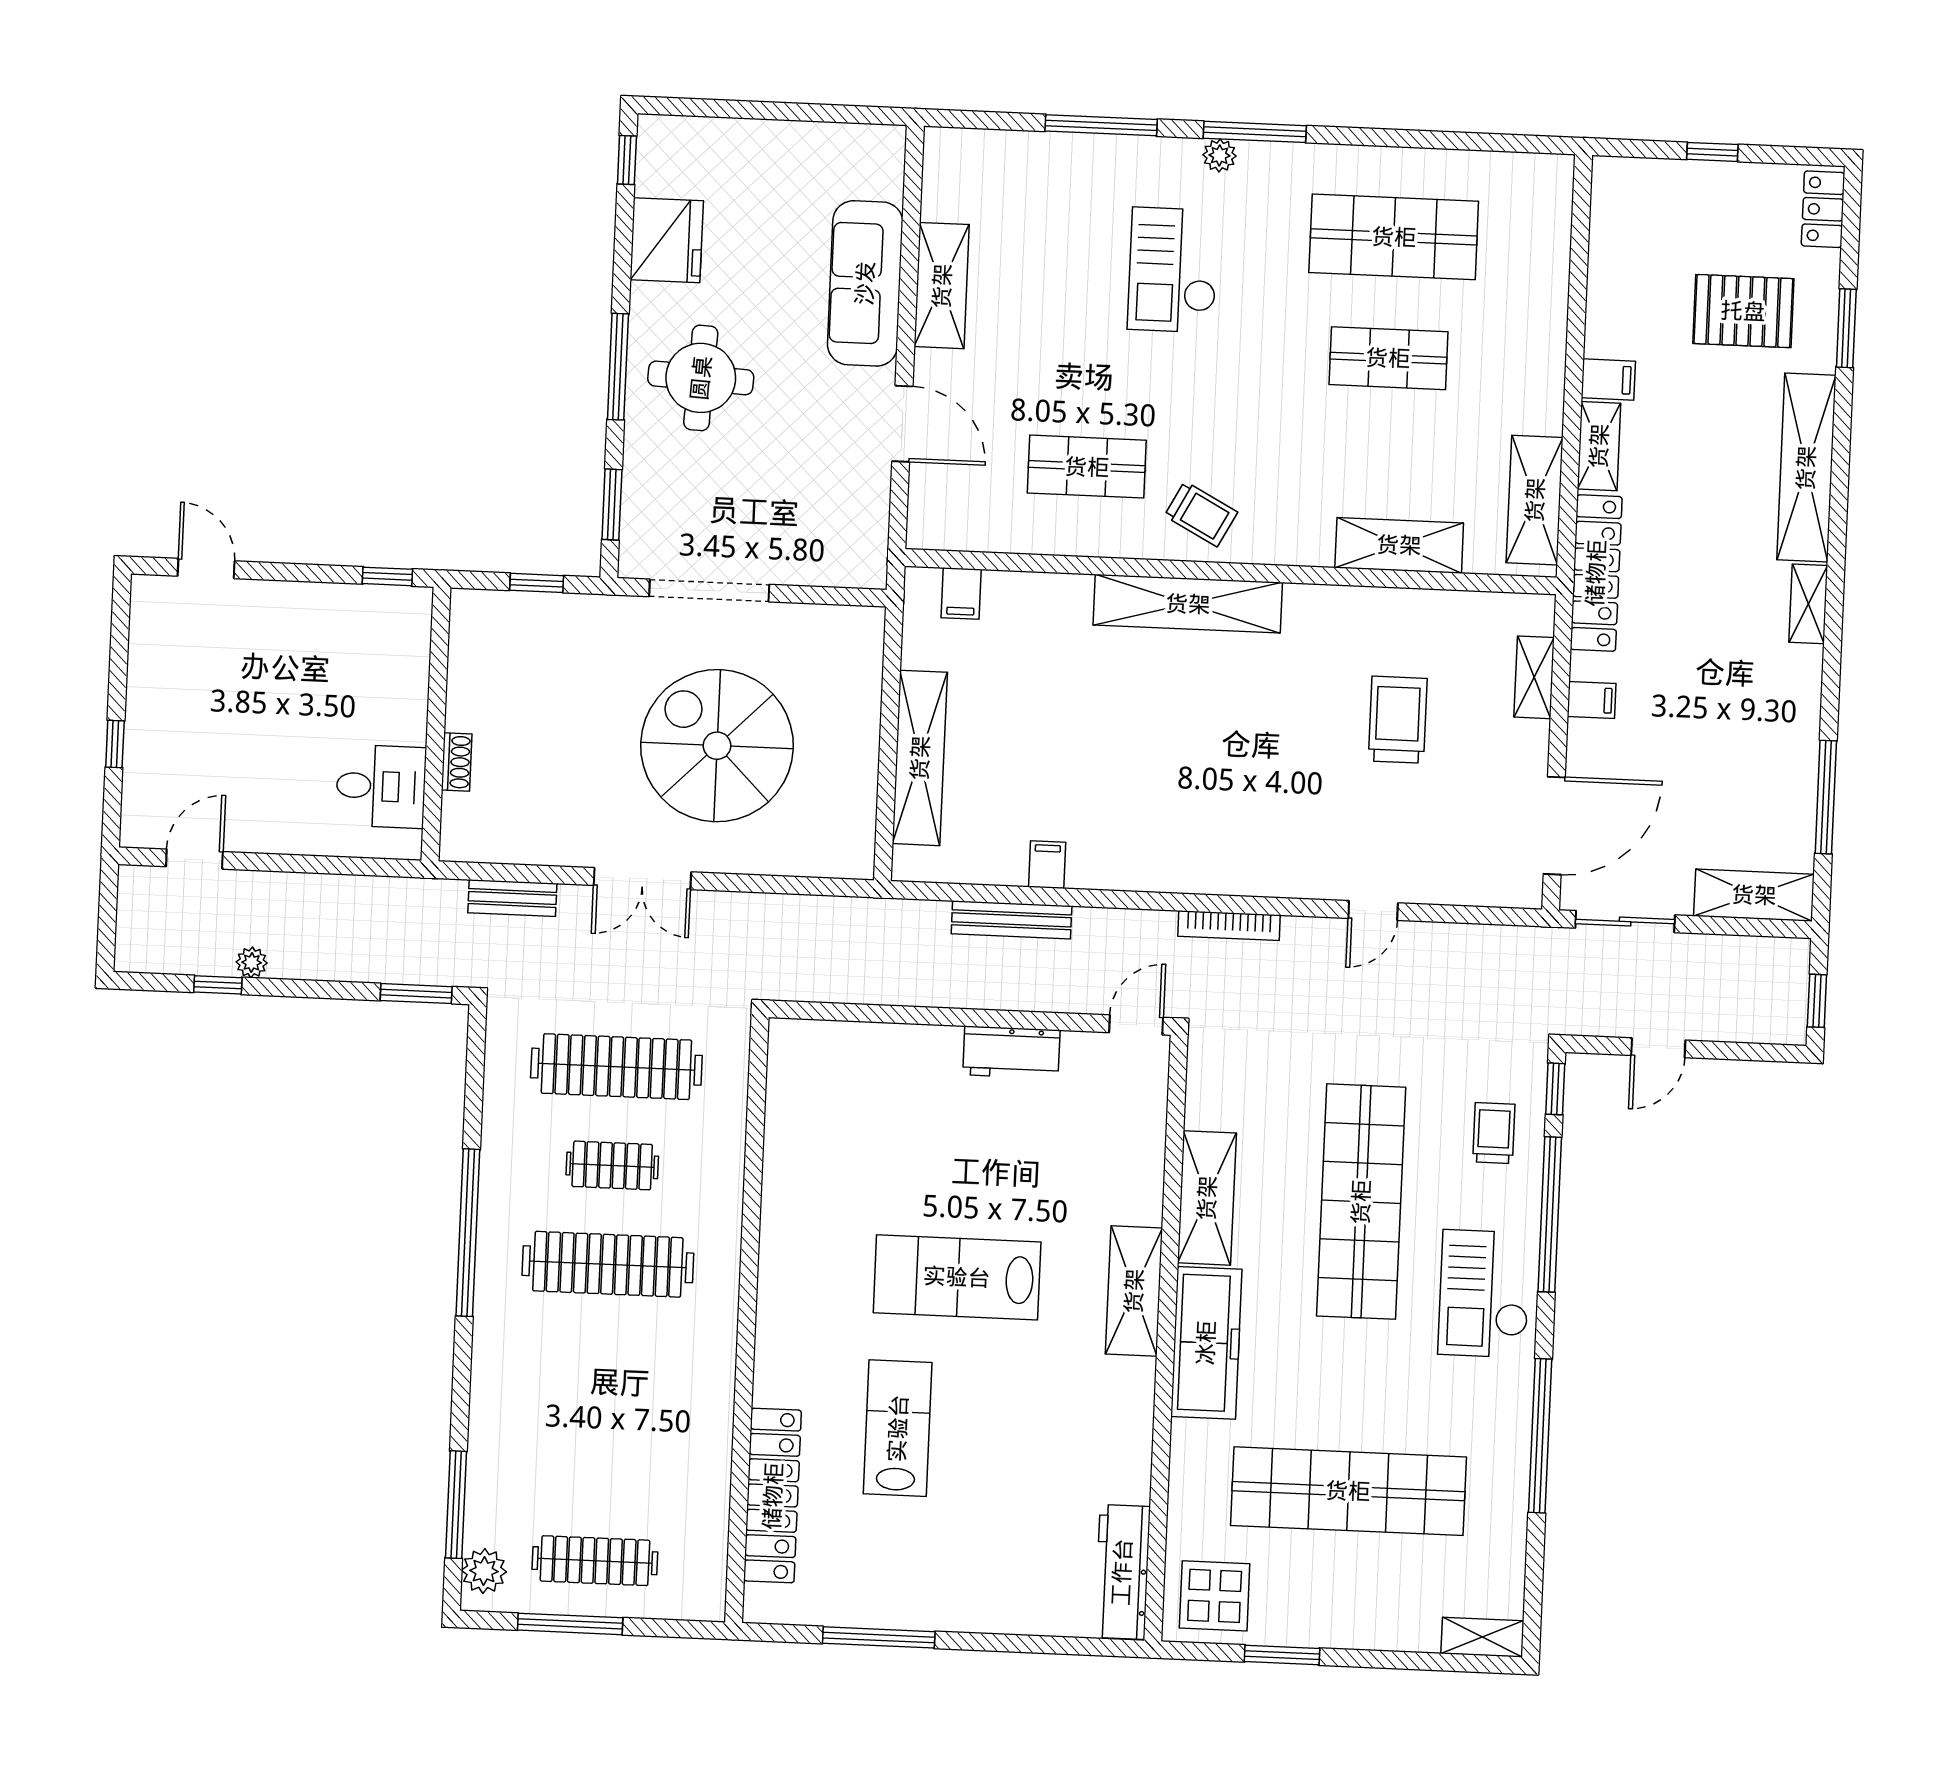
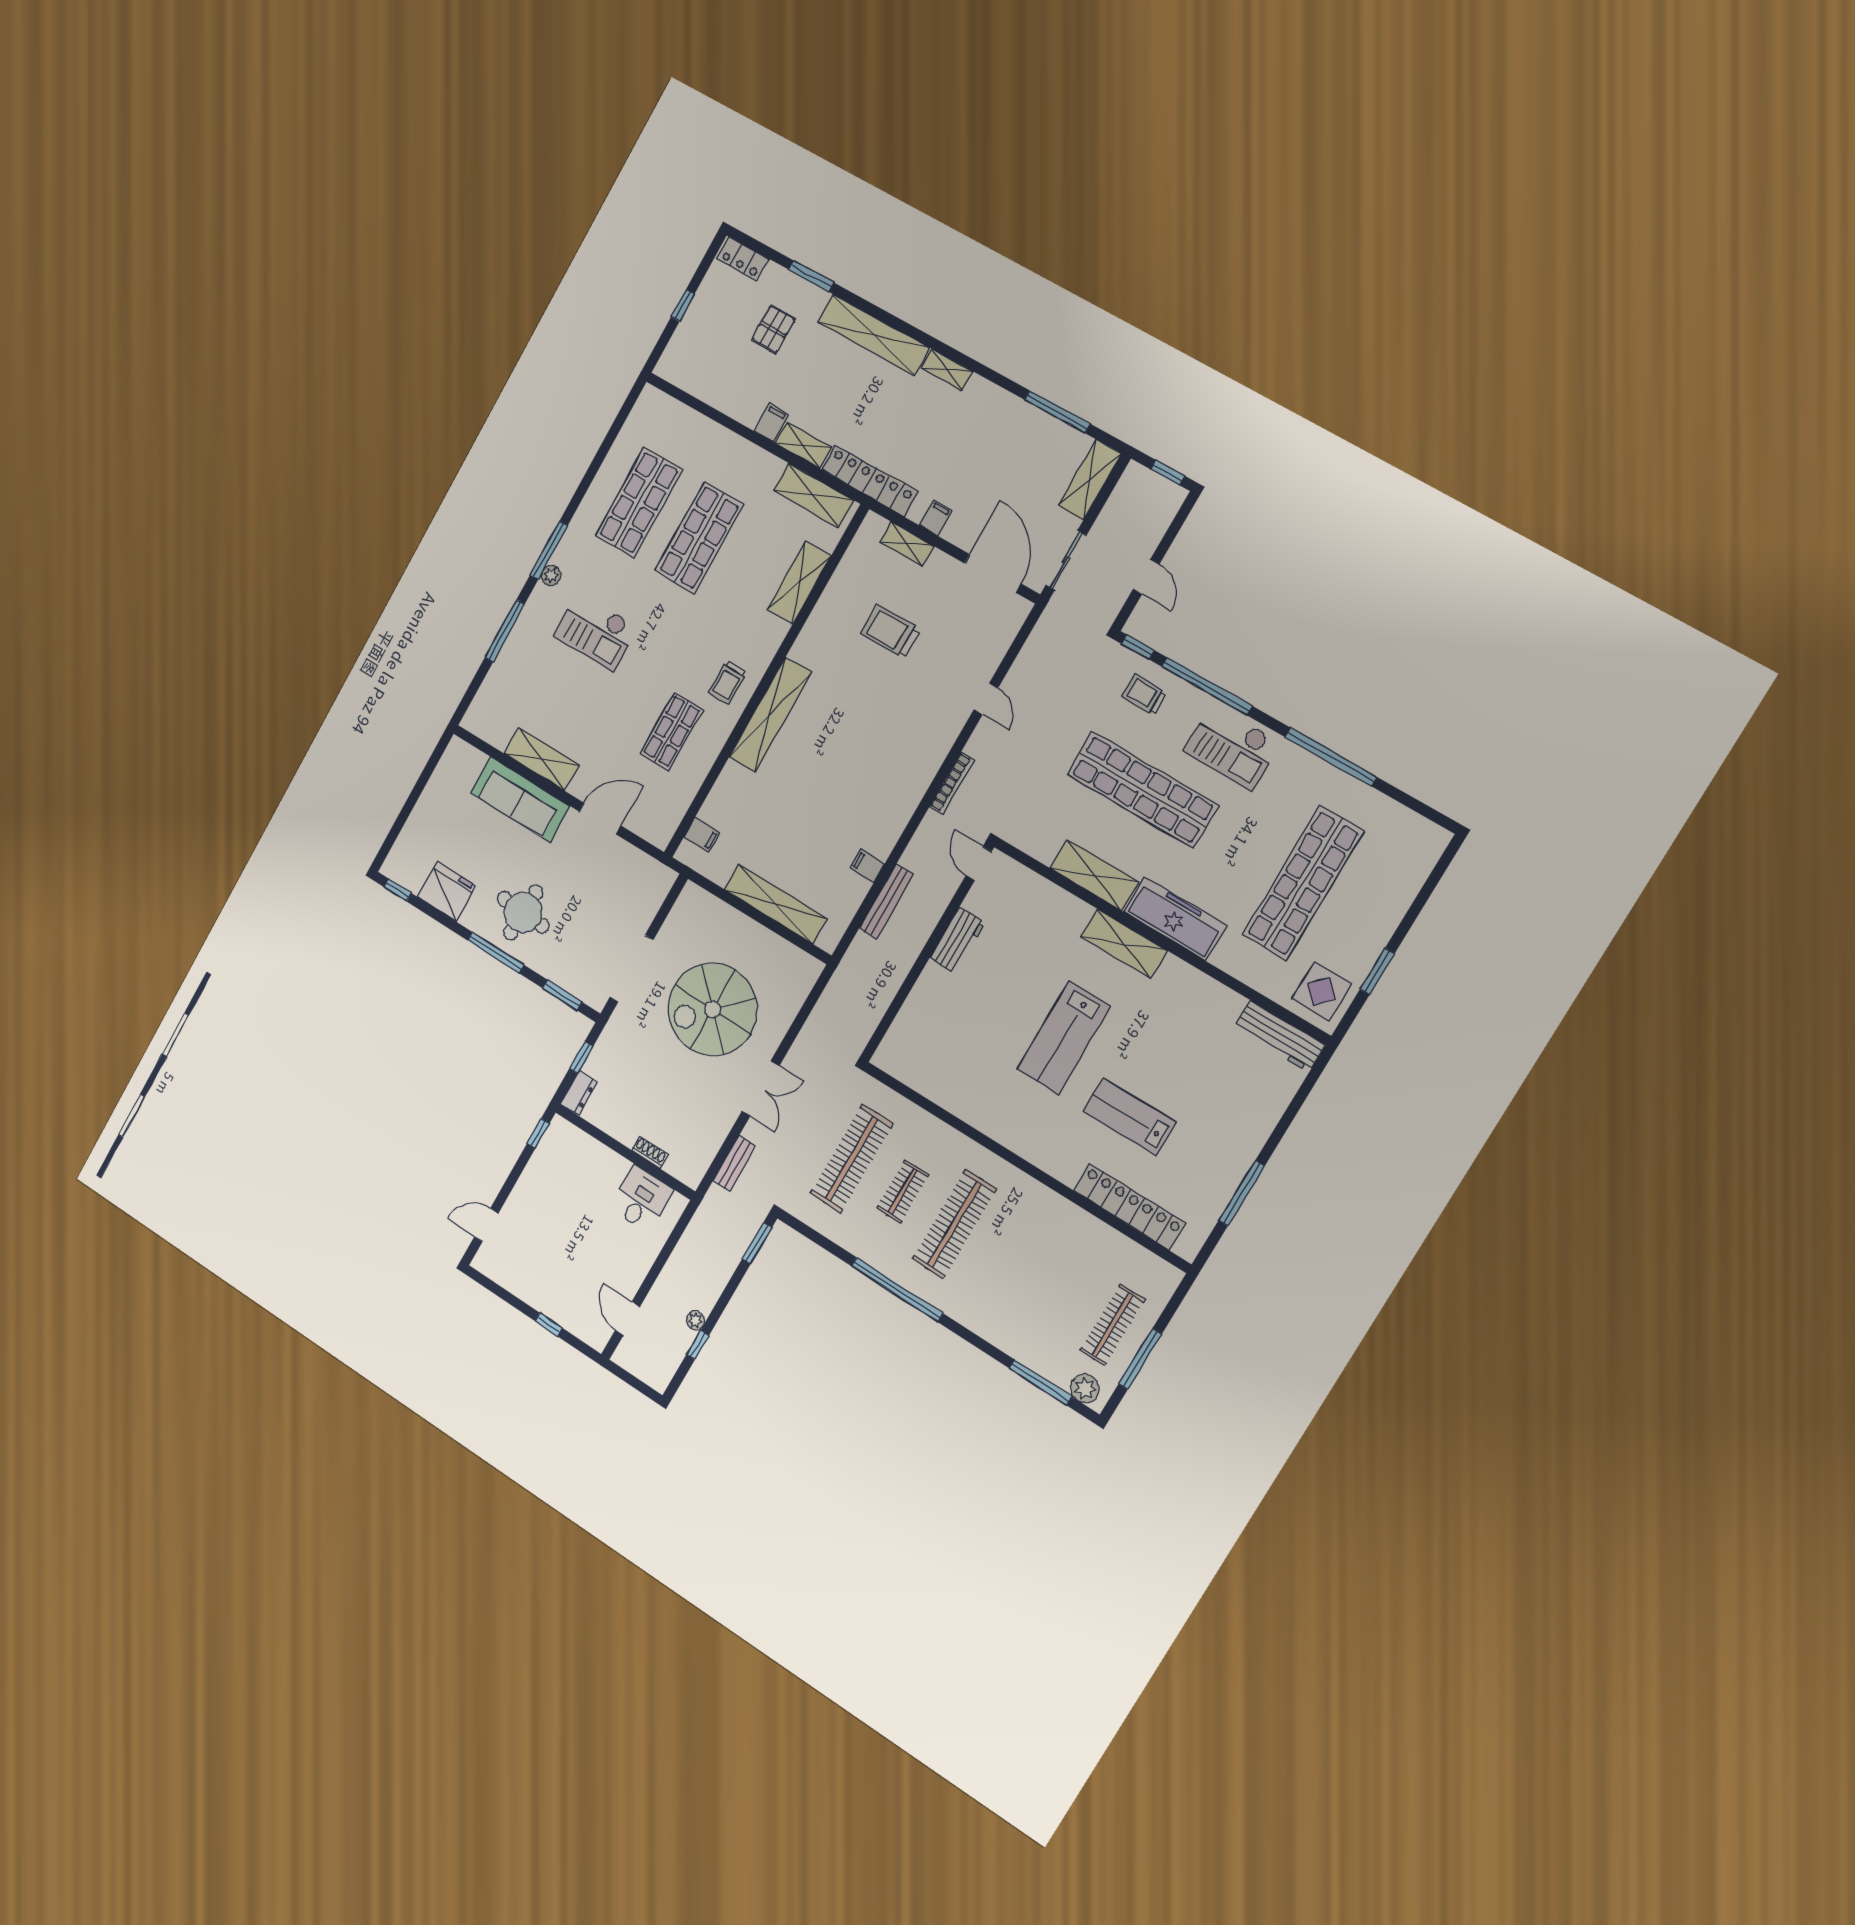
pallet: (1743, 311) -> (773, 329), width x0.67, depth x0.71
shop shelf: (1388, 358) -> (699, 538), width x1.43, depth x1.36
trolley: (1201, 514) -> (727, 683), turned 152
dresser: (482, 607) -> (579, 1093), added
shelving: (1482, 1637) -> (1430, 851), removed

